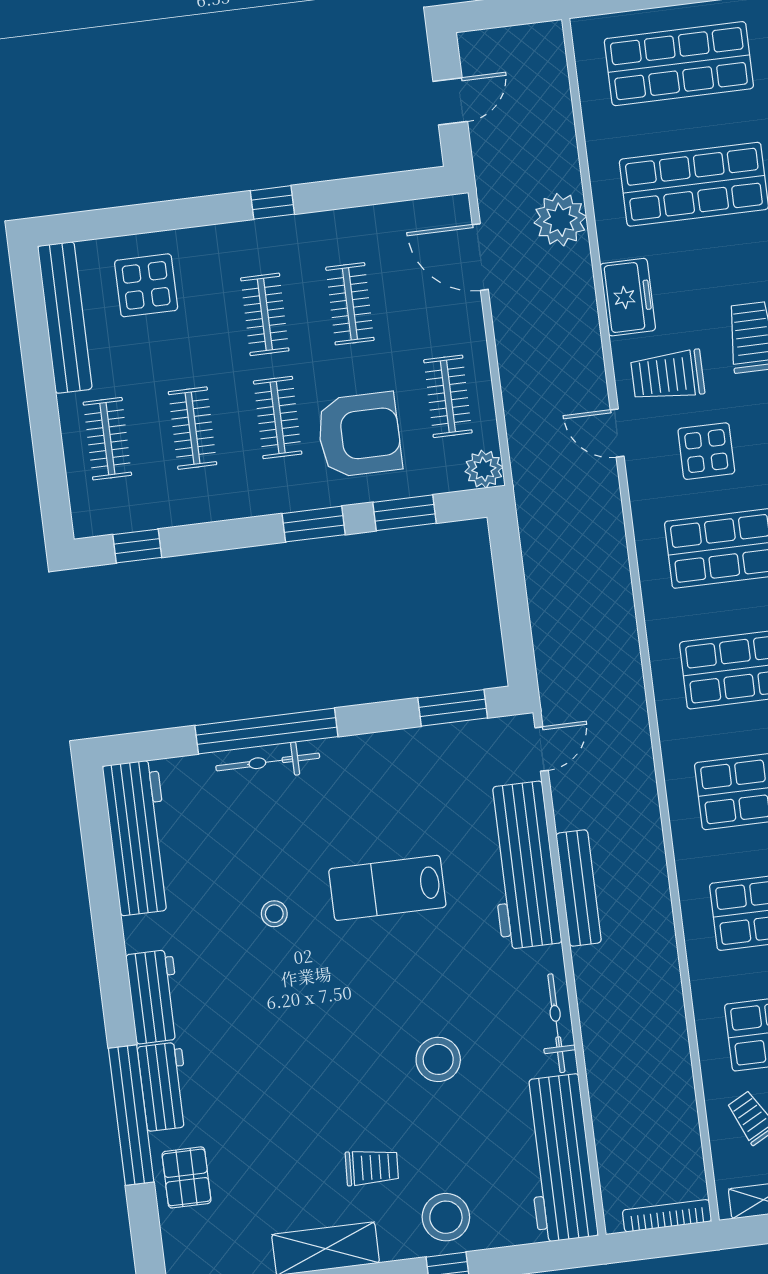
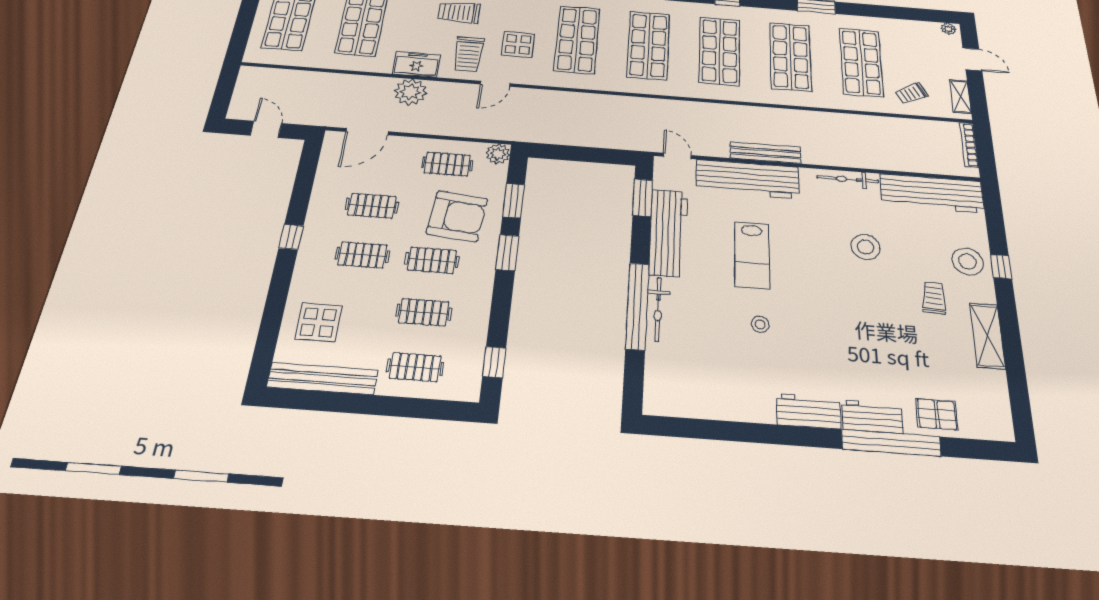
plant: (560, 220) -> (410, 92), moved
armchair: (359, 435) -> (457, 216), turned 96
workbench: (139, 838) -> (668, 233), moved, turned 90

